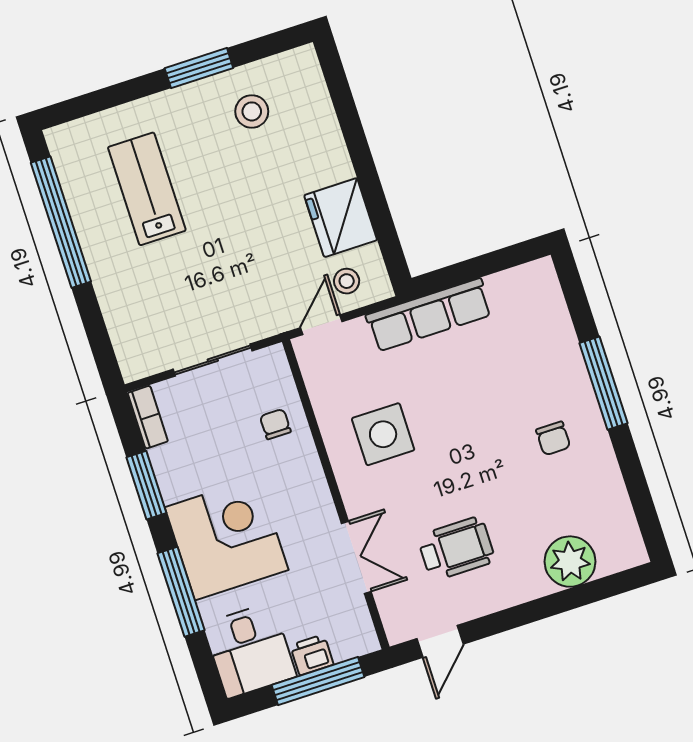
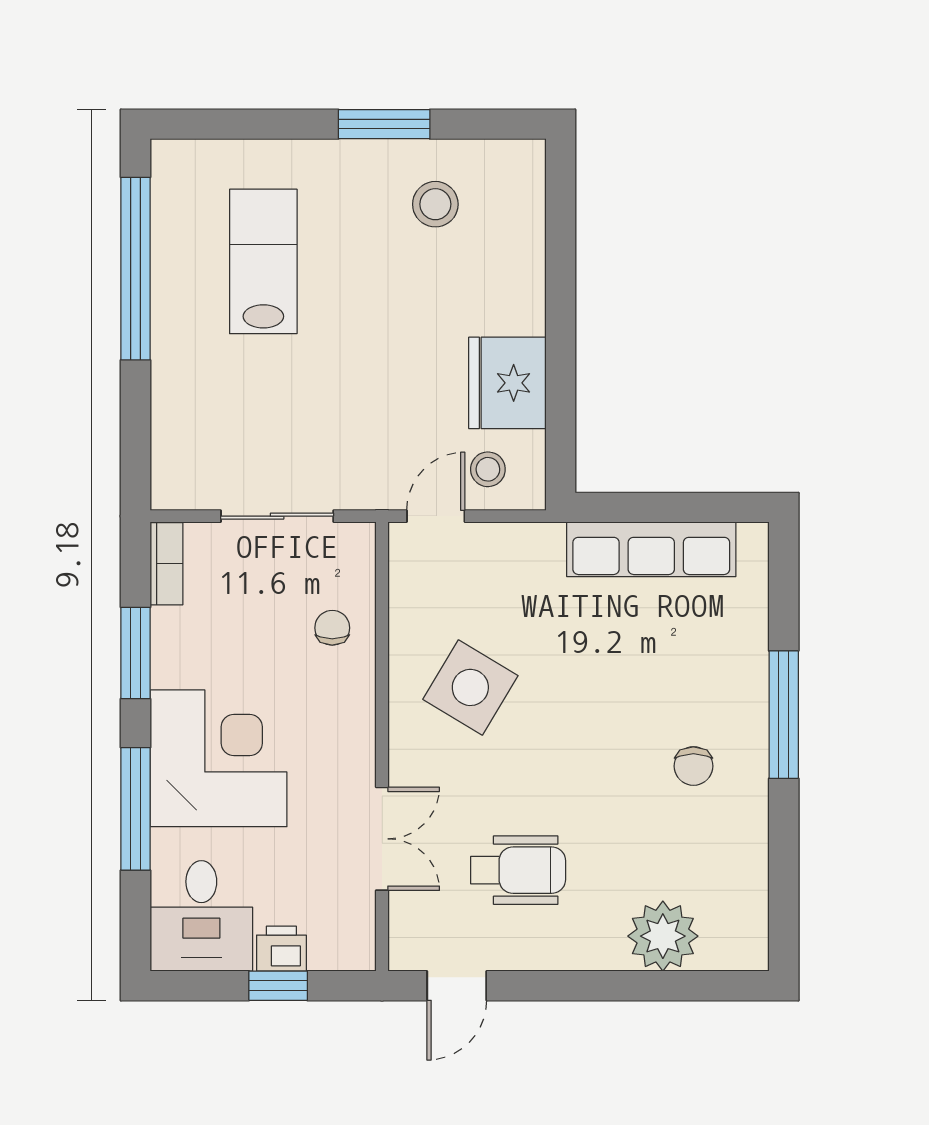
row of seats: (429, 315) -> (651, 549), moved
side table: (383, 434) -> (470, 687), turned 31
window: (318, 681) -> (278, 986), width x0.46

